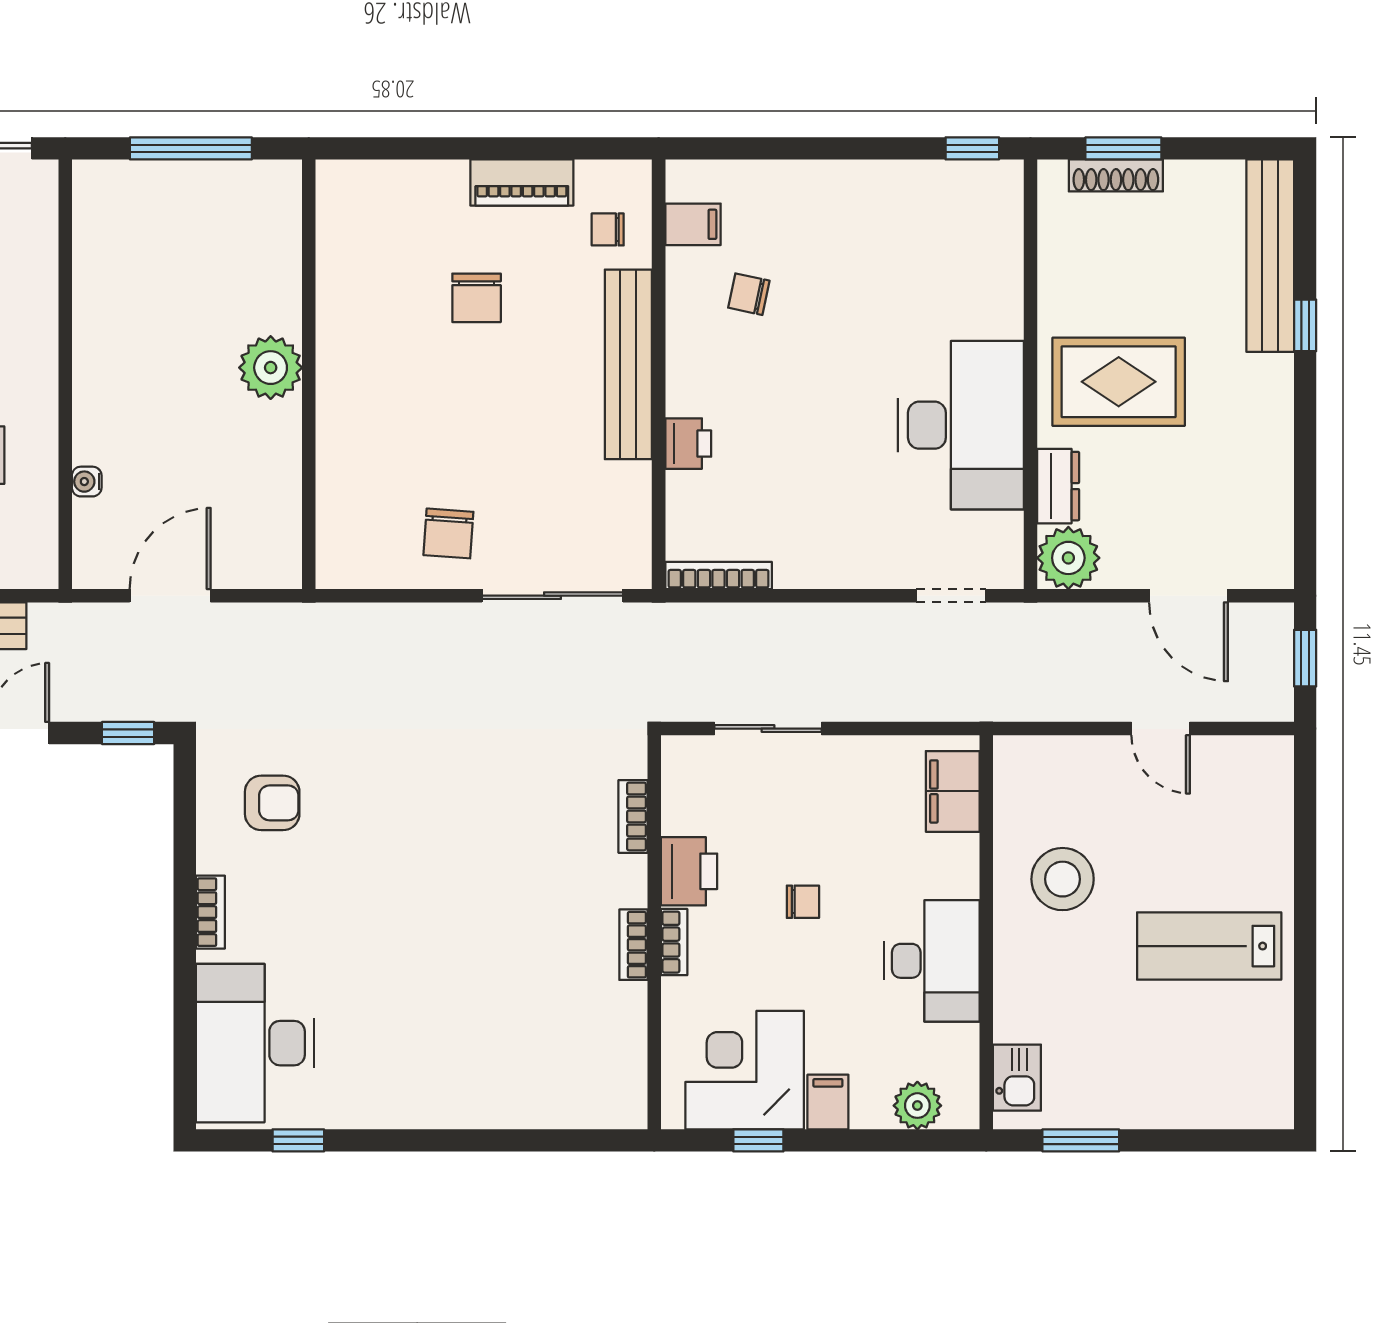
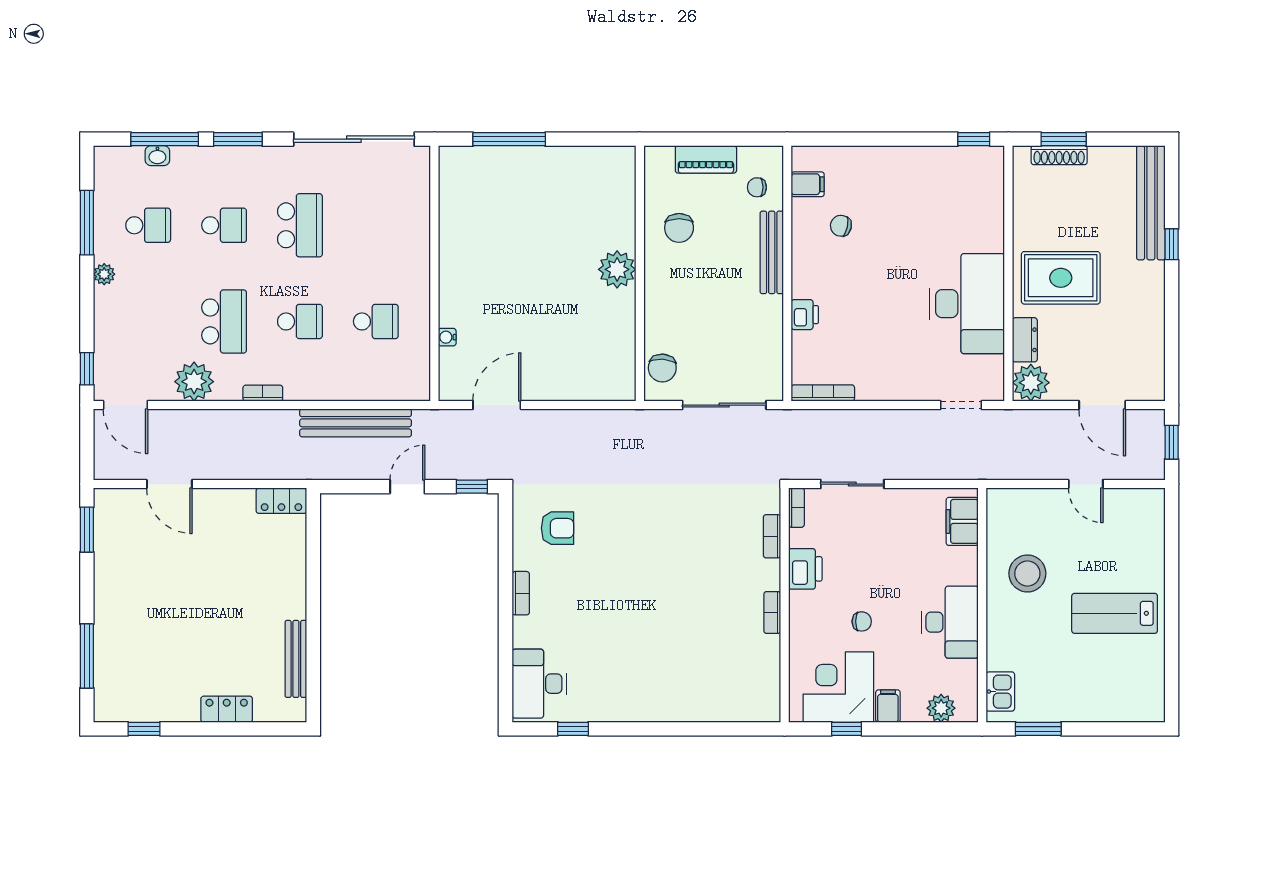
bench: (628, 364) -> (772, 252), width x0.73, depth x0.82
plant: (271, 368) -> (617, 269), moved
wall: (309, 374) -> (640, 273), moved
chair: (803, 902) -> (862, 621), moved
bookcase: (674, 942) -> (796, 508), moved
desk: (255, 1043) -> (539, 684), width x0.73, depth x0.77

